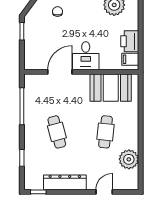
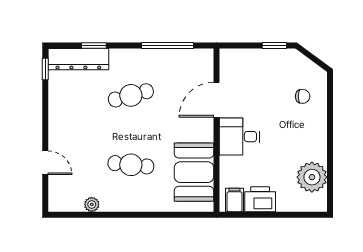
door: (60, 72) -> (217, 100), swing flipped
plant: (129, 159) -> (92, 204), width x0.53, depth x0.53
dresser: (65, 182) -> (78, 59), moved, turned 90

